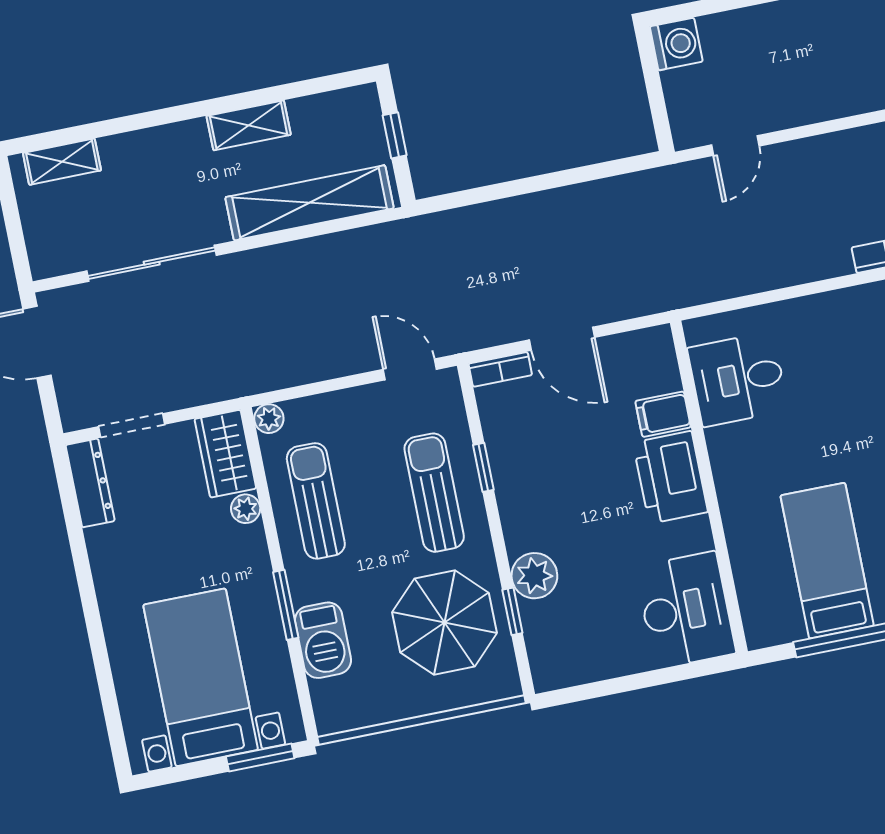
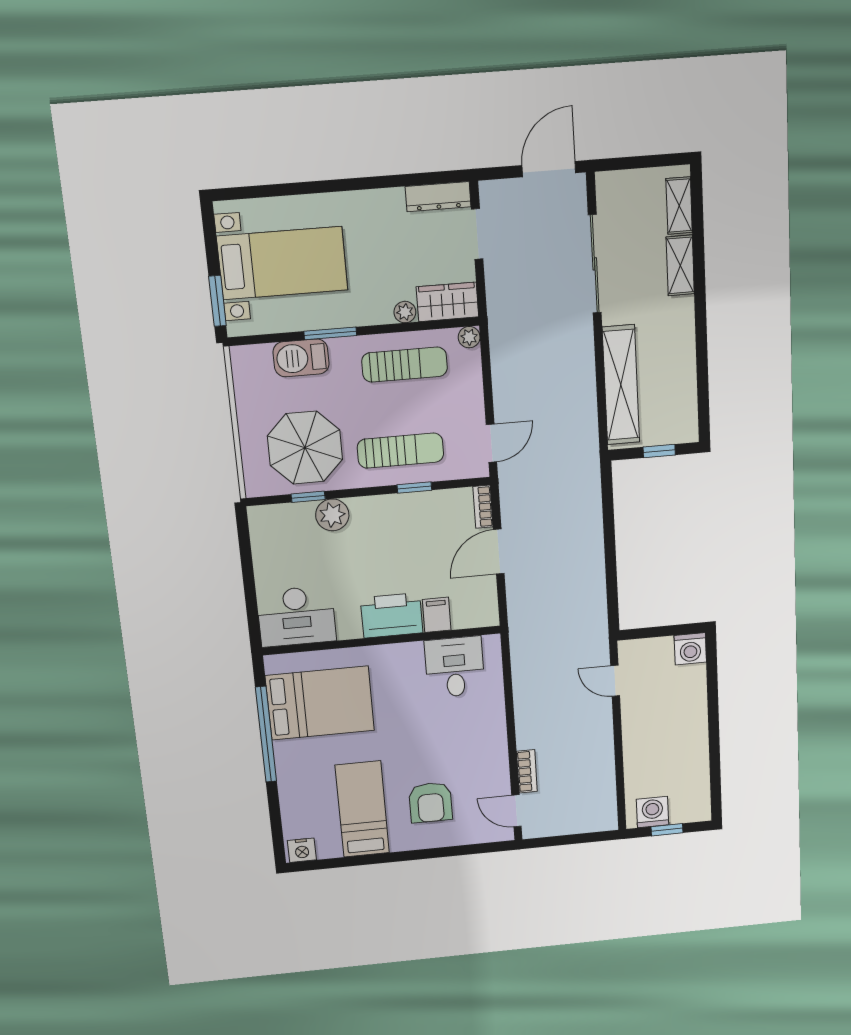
shelving: (249, 125) -> (680, 265), moved
bed: (827, 561) -> (320, 703), width x1.50

